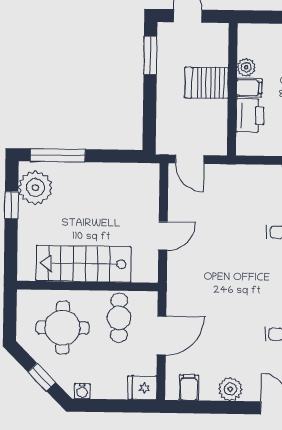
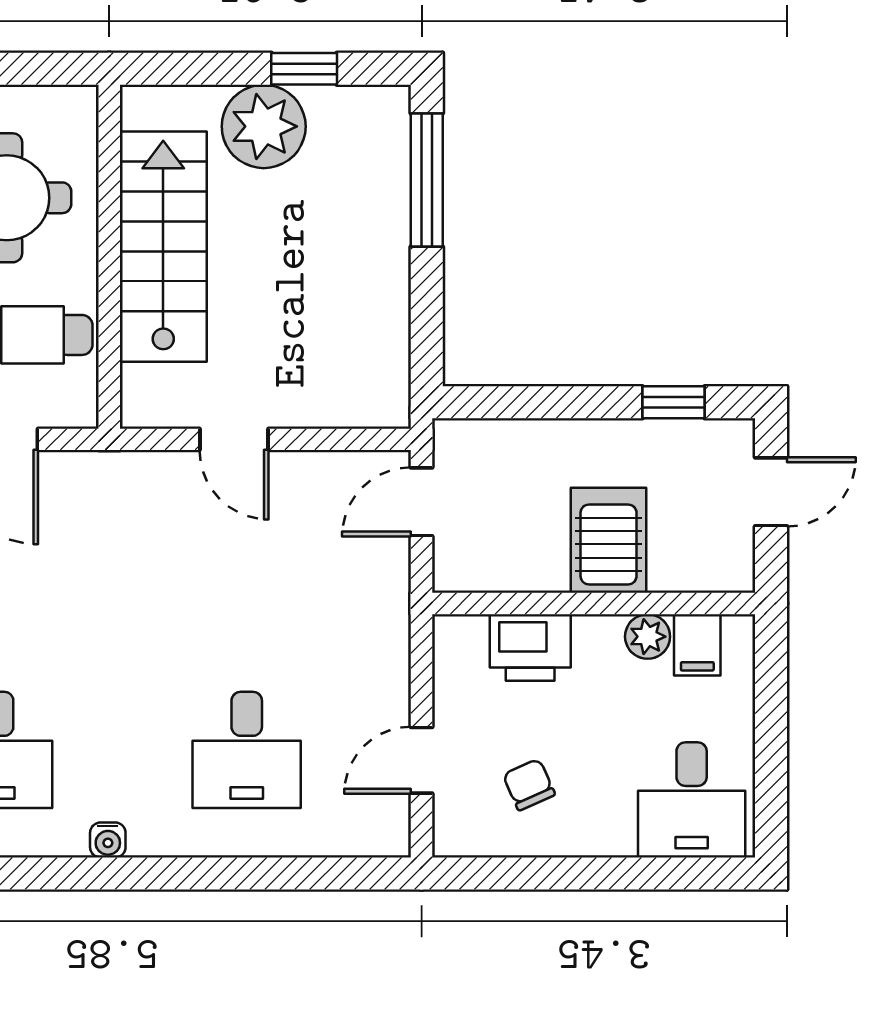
window: (150, 55) -> (674, 402), width x0.67
filing cabinet: (249, 88) -> (697, 645), moved
plant: (35, 188) -> (264, 126), moved

